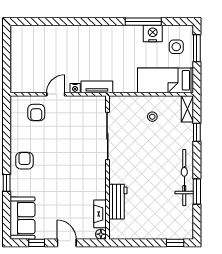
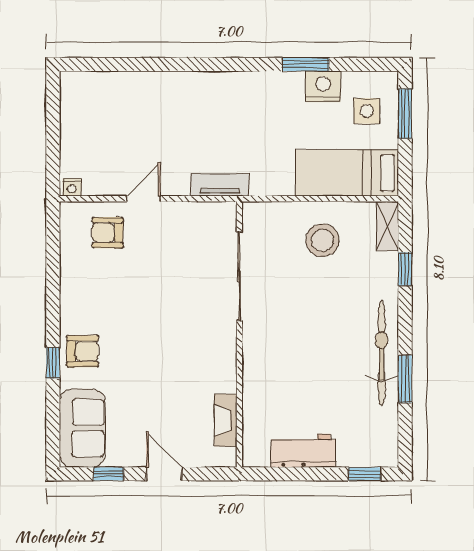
window: (143, 22) -> (306, 64), width x0.69
nightstand: (75, 88) -> (72, 187), moved
armchair: (36, 113) -> (108, 233), turned 90
stool: (152, 117) -> (322, 240), width x1.89, depth x1.89
armchair: (24, 161) -> (83, 351), moved, turned 90
workbench: (118, 202) -> (303, 451), moved, turned -90
floor lamp: (101, 234) -> (227, 458), removed

